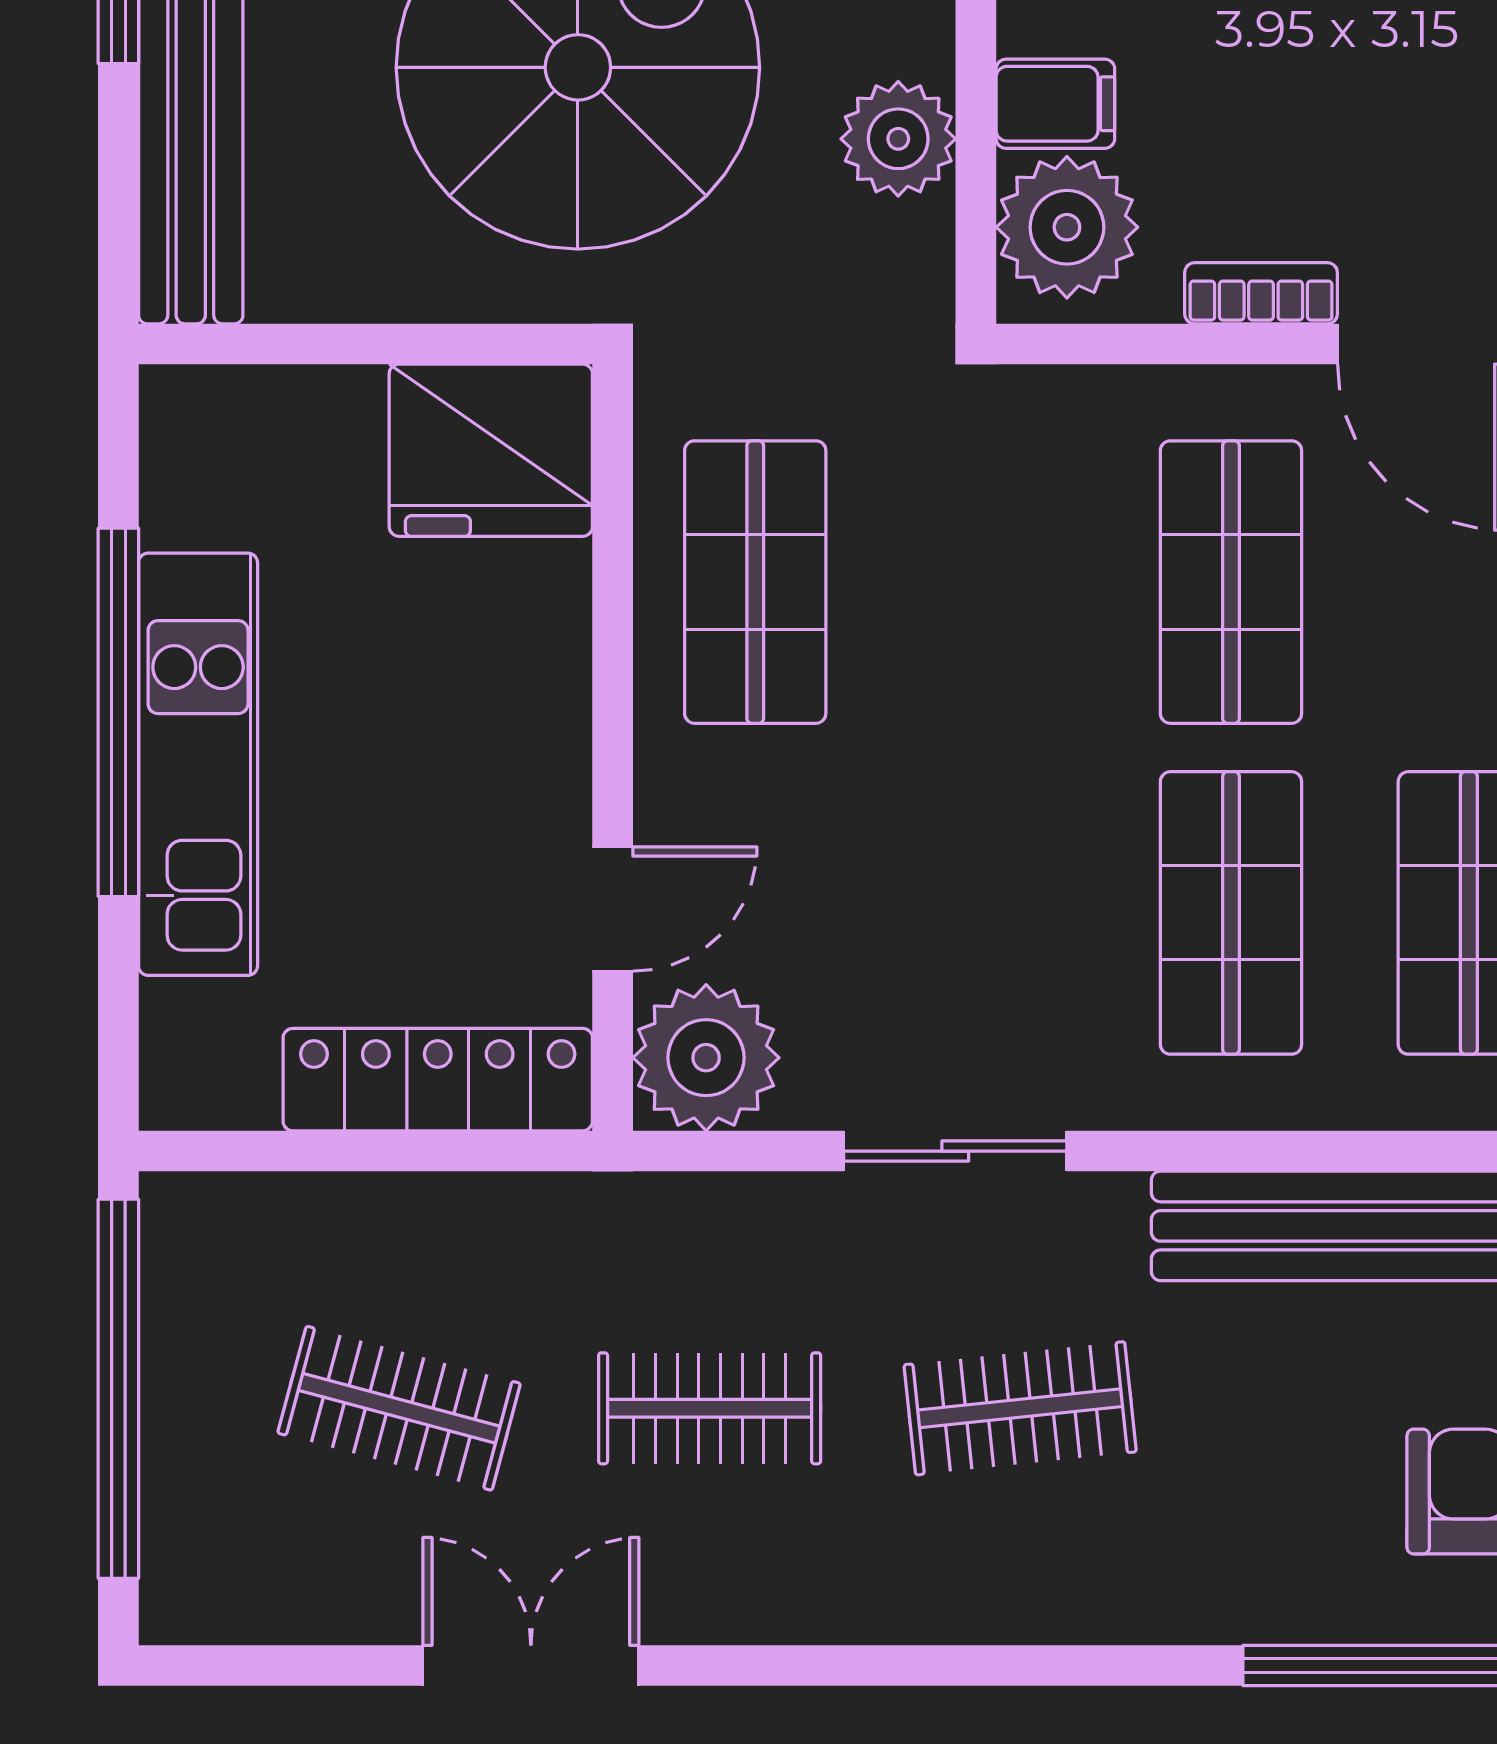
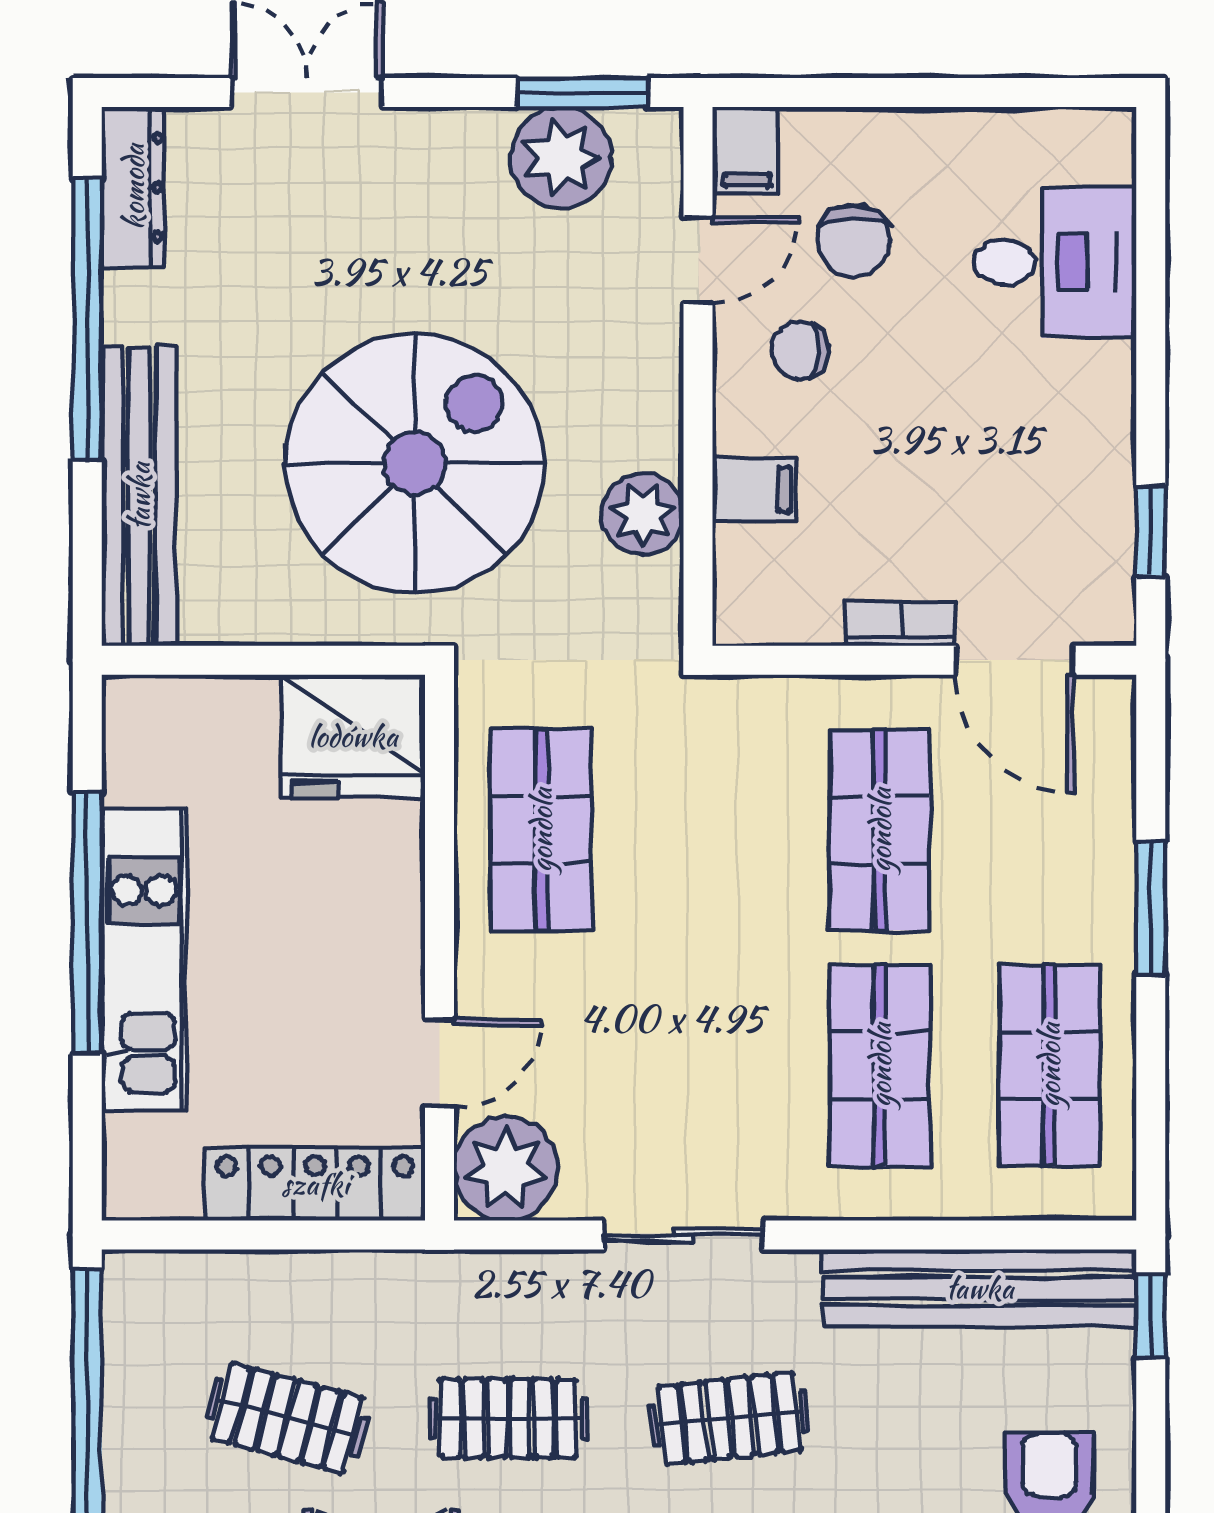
plant: (1067, 227) -> (763, 577), removed

